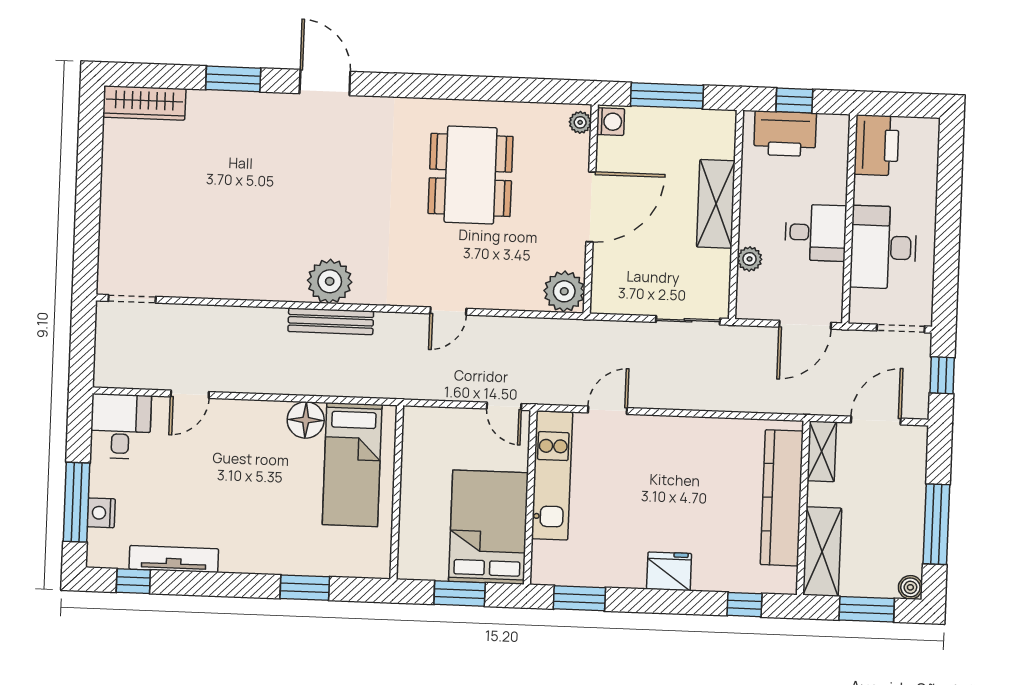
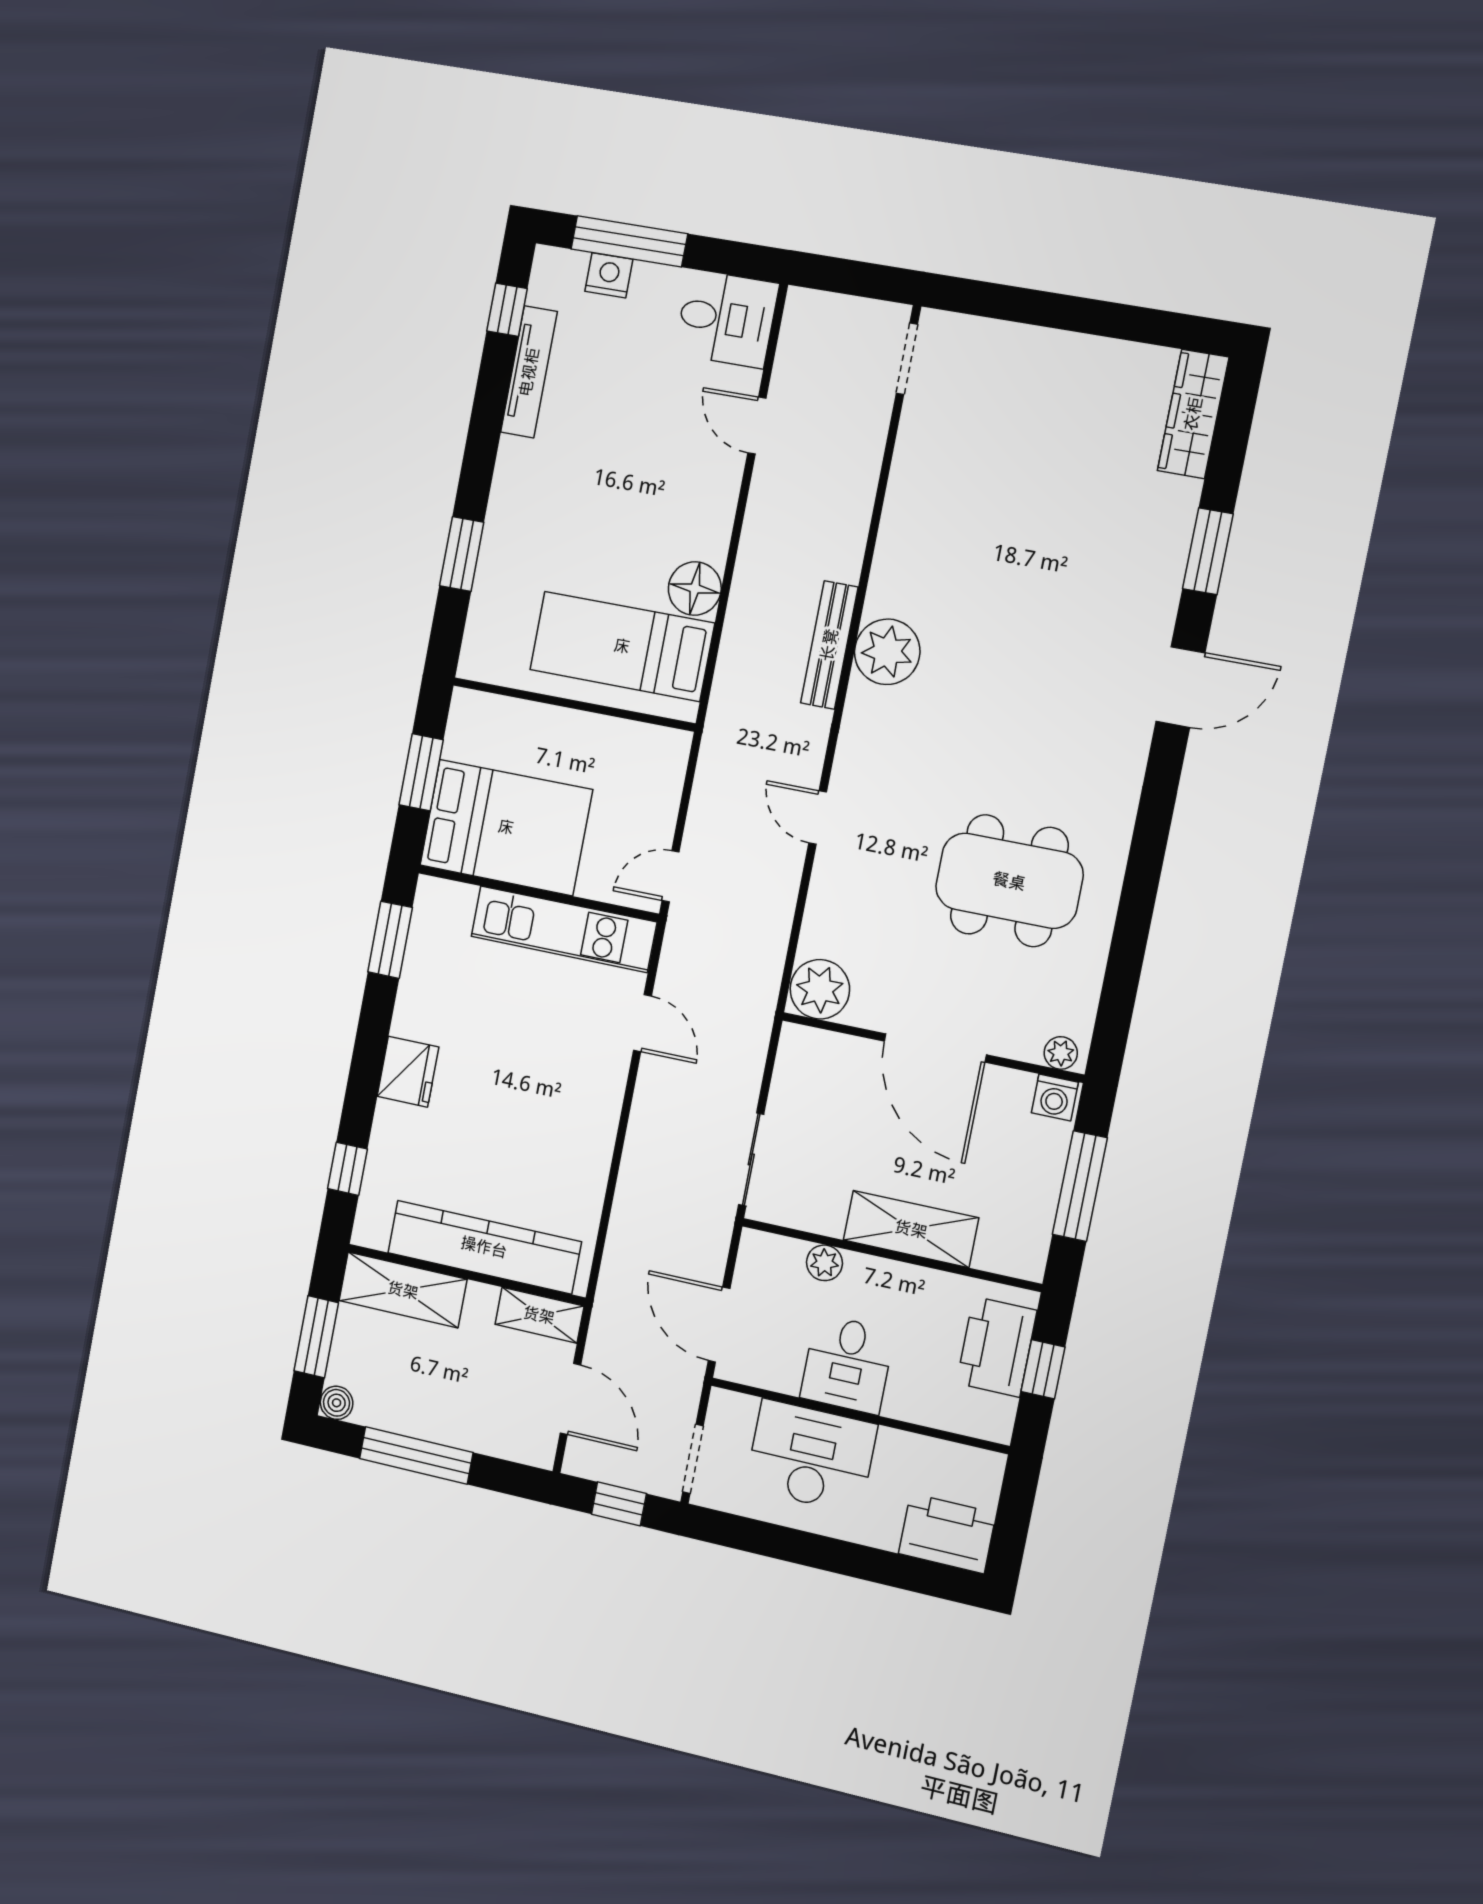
printer: (876, 145) -> (947, 1533), moved, turned 180

